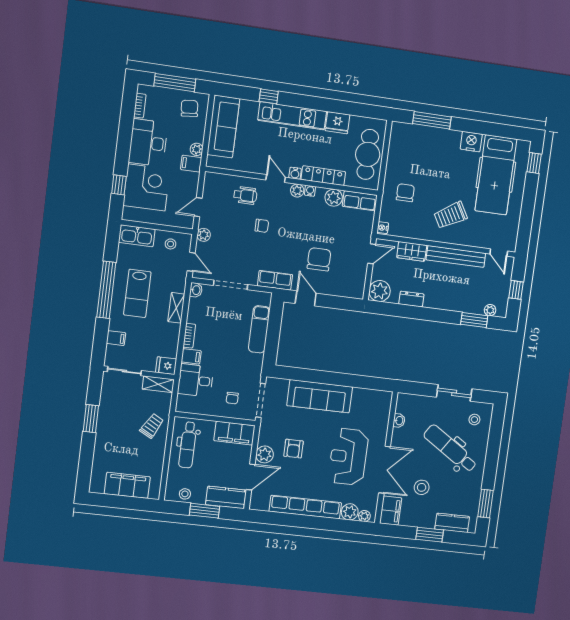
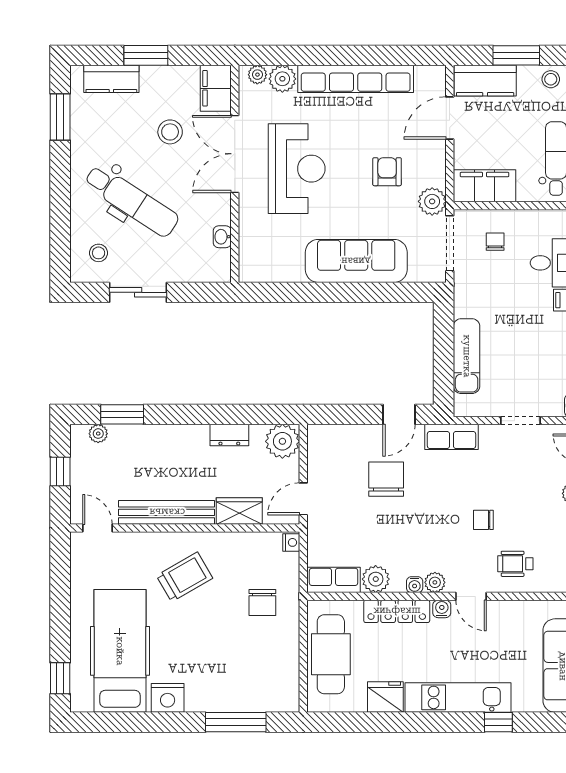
chair: (319, 259) -> (386, 479), turned 180
doorway: (231, 285) -> (520, 421), width x0.73
door: (306, 298) -> (399, 414), hinge flipped
plant: (265, 454) -> (432, 201), moved

